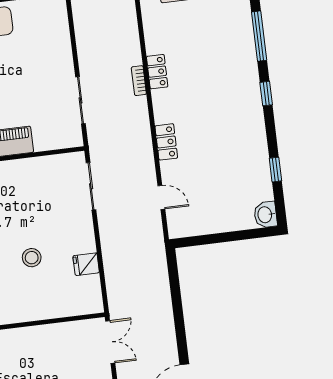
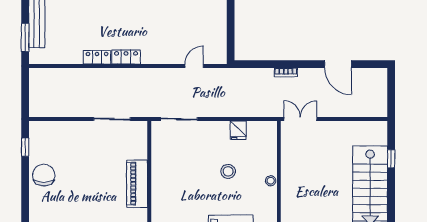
bookcase: (139, 81) -> (286, 72), moved
locker: (166, 142) -> (126, 57), moved
stool: (26, 314) -> (271, 181), added

